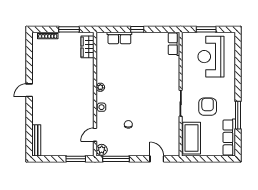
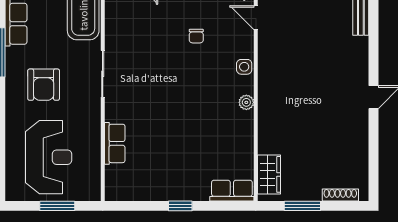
row of seats: (119, 38) -> (232, 191), moved
row of seats: (174, 44) -> (115, 143), moved
armchair: (208, 107) -> (44, 85), moved
door: (95, 135) -> (256, 18), swing flipped

